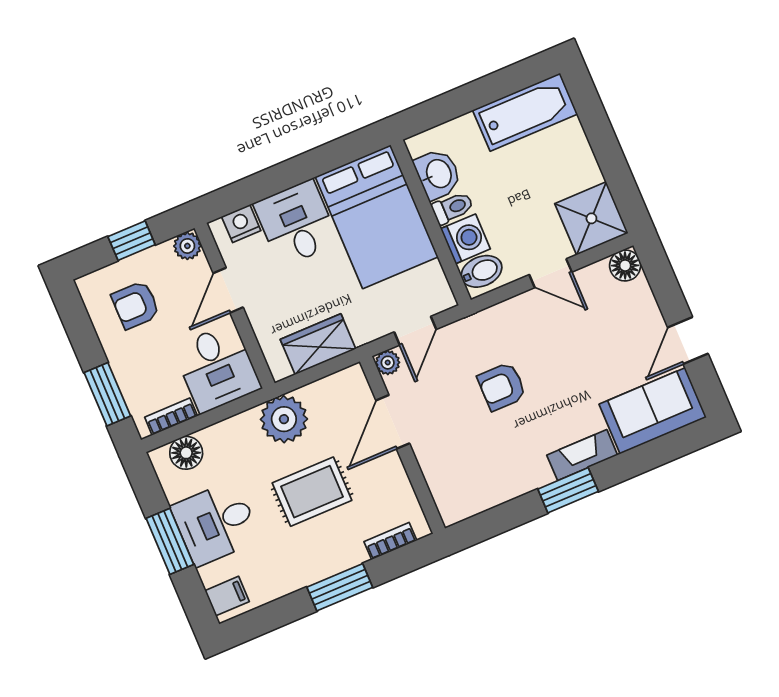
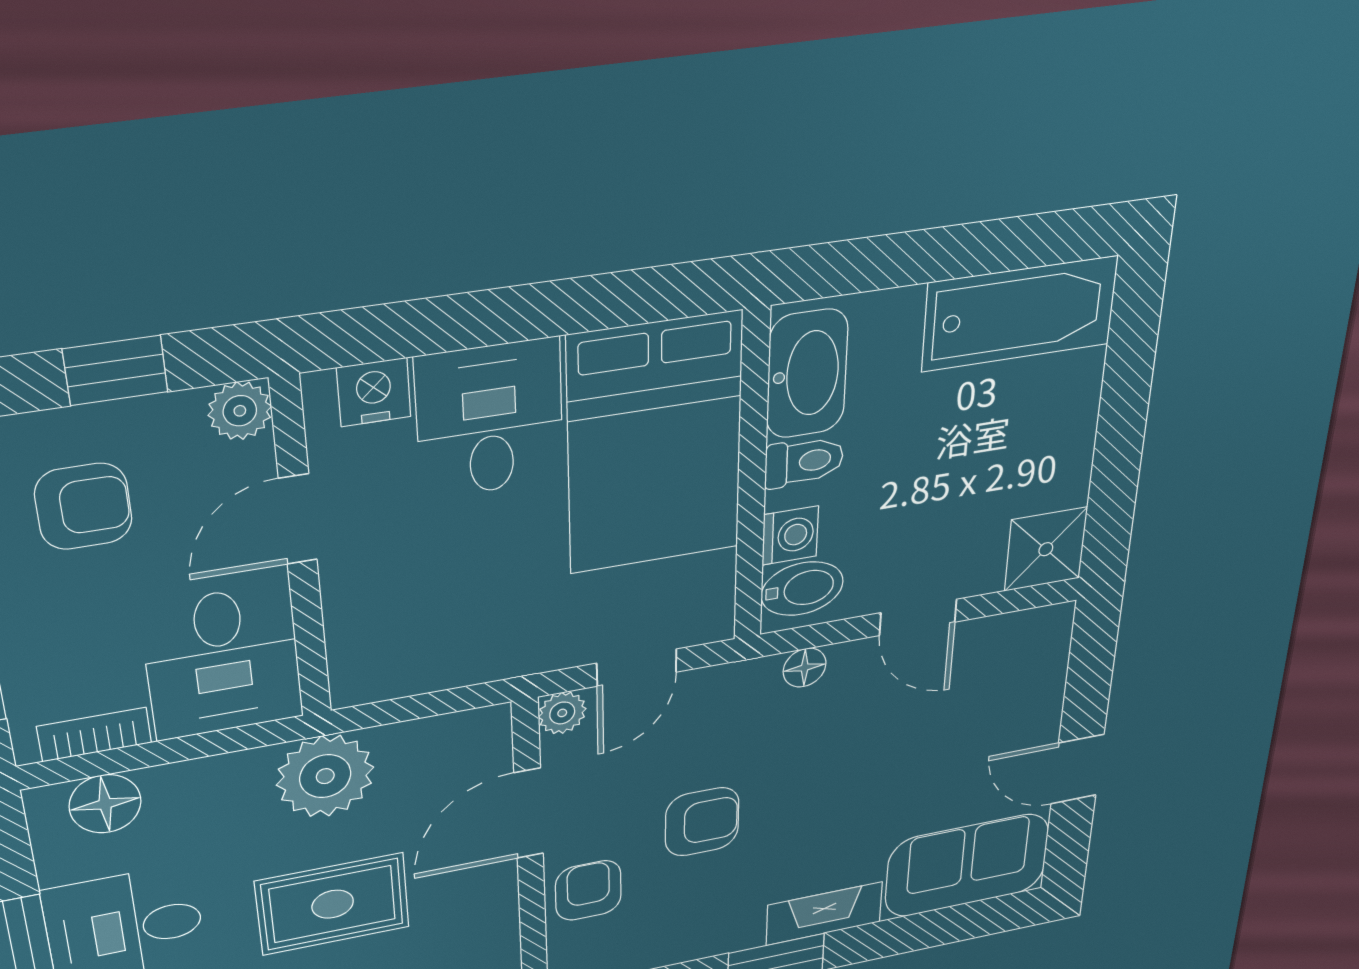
washbasin: (438, 174) -> (807, 374), width x1.38
shower: (591, 218) -> (1046, 549), width x0.73, depth x0.73
washing machine: (465, 239) -> (790, 536), width x0.73, depth x0.73
floor lamp: (625, 265) -> (805, 668), moved, width x0.73, depth x0.73
armchair: (136, 305) -> (83, 506), turned 180
door: (688, 341) -> (1077, 769), hinge flipped
wardrobe: (318, 344) -> (443, 657), removed
armchair: (502, 386) -> (702, 822), moved, turned 180
armchair: (442, 462) -> (588, 890), added

